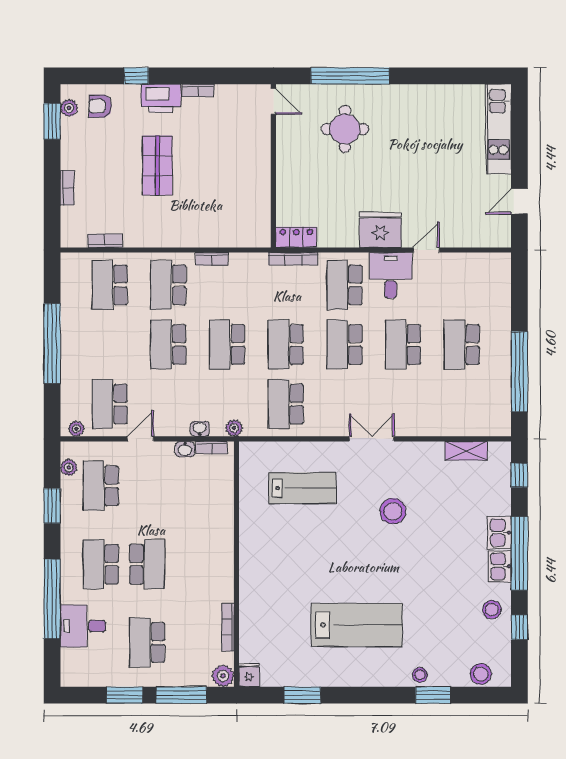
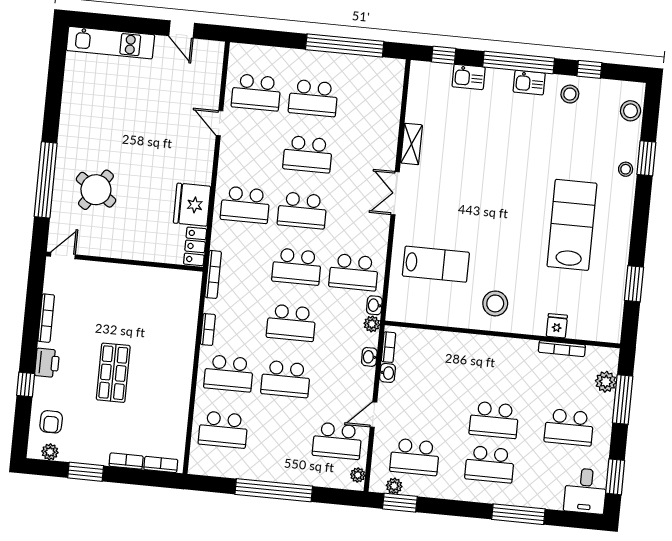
bookcase: (198, 90) -> (46, 318), width x1.56
printer: (161, 98) -> (47, 363), width x0.73, depth x0.84
window: (52, 121) -> (86, 472), moved
round table: (345, 129) -> (96, 190), turned 34
shop shelf: (157, 165) -> (113, 373), turned 90
fridge: (380, 230) -> (192, 205), moved
bookcase: (105, 241) -> (161, 464), moved, turned 90
bookcase: (293, 259) -> (213, 274), moved
desk: (391, 275) -> (240, 160), removed
school desk: (462, 285) -> (256, 92), added
washbasin: (254, 429) -> (374, 305), added
door: (140, 439) -> (373, 415), hinge flipped
shelving: (466, 451) -> (411, 144), moved
lab bench: (302, 488) -> (436, 264), turned 90
window: (52, 506) -> (400, 503), moved
stool: (393, 511) -> (495, 303), moved
kitchen sink: (499, 533) -> (469, 77), moved
school desk: (147, 564) -> (494, 420), turned 180
window: (52, 599) -> (518, 514), width x0.68
desk: (83, 626) -> (585, 491), moved
fridge: (249, 675) -> (557, 326), moved, turned 90
plant: (223, 676) -> (606, 382), moved
window: (125, 695) -> (615, 477), moved

